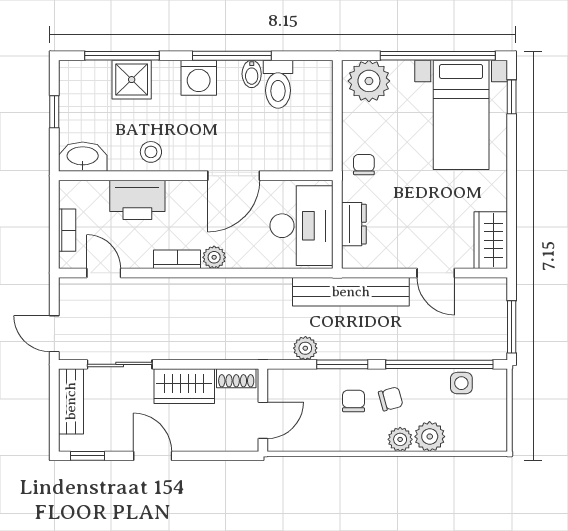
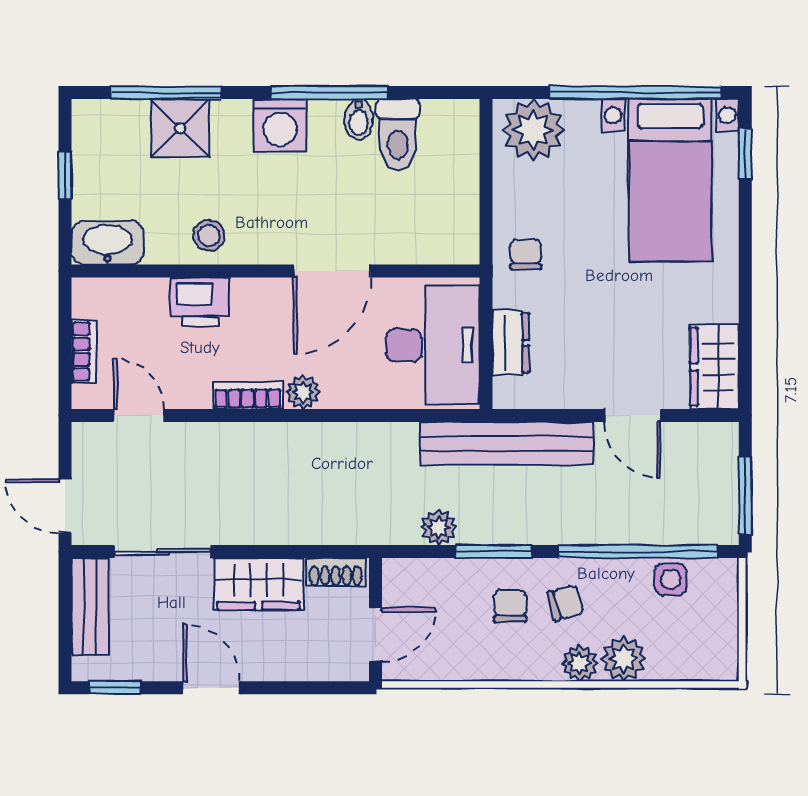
printer: (137, 200) -> (200, 302), width x0.73, depth x0.84

